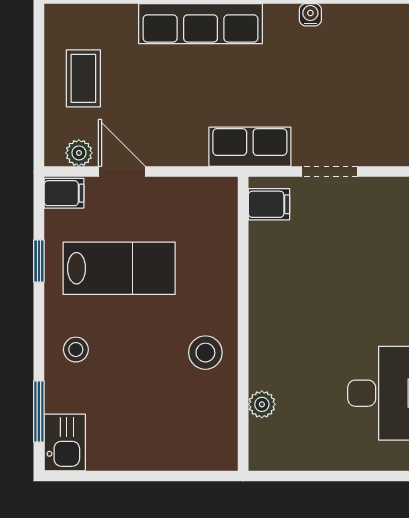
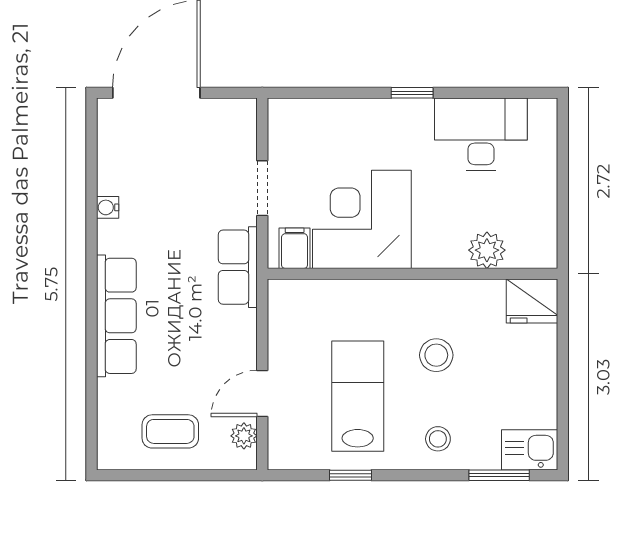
filing cabinet: (64, 193) -> (284, 451), removed
corner desk: (298, 273) -> (362, 219), added
stool: (205, 353) -> (436, 355), moved
plant: (262, 404) -> (487, 250), width x1.38, depth x1.38
fridge: (216, 445) -> (532, 301), added

